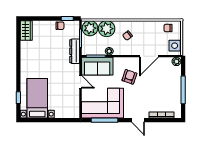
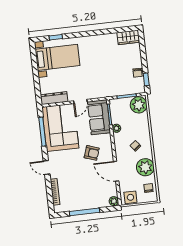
plant: (107, 29) -> (145, 167), moved
dresser: (75, 51) -> (54, 98), moved
door: (138, 120) -> (47, 168), hinge flipped

